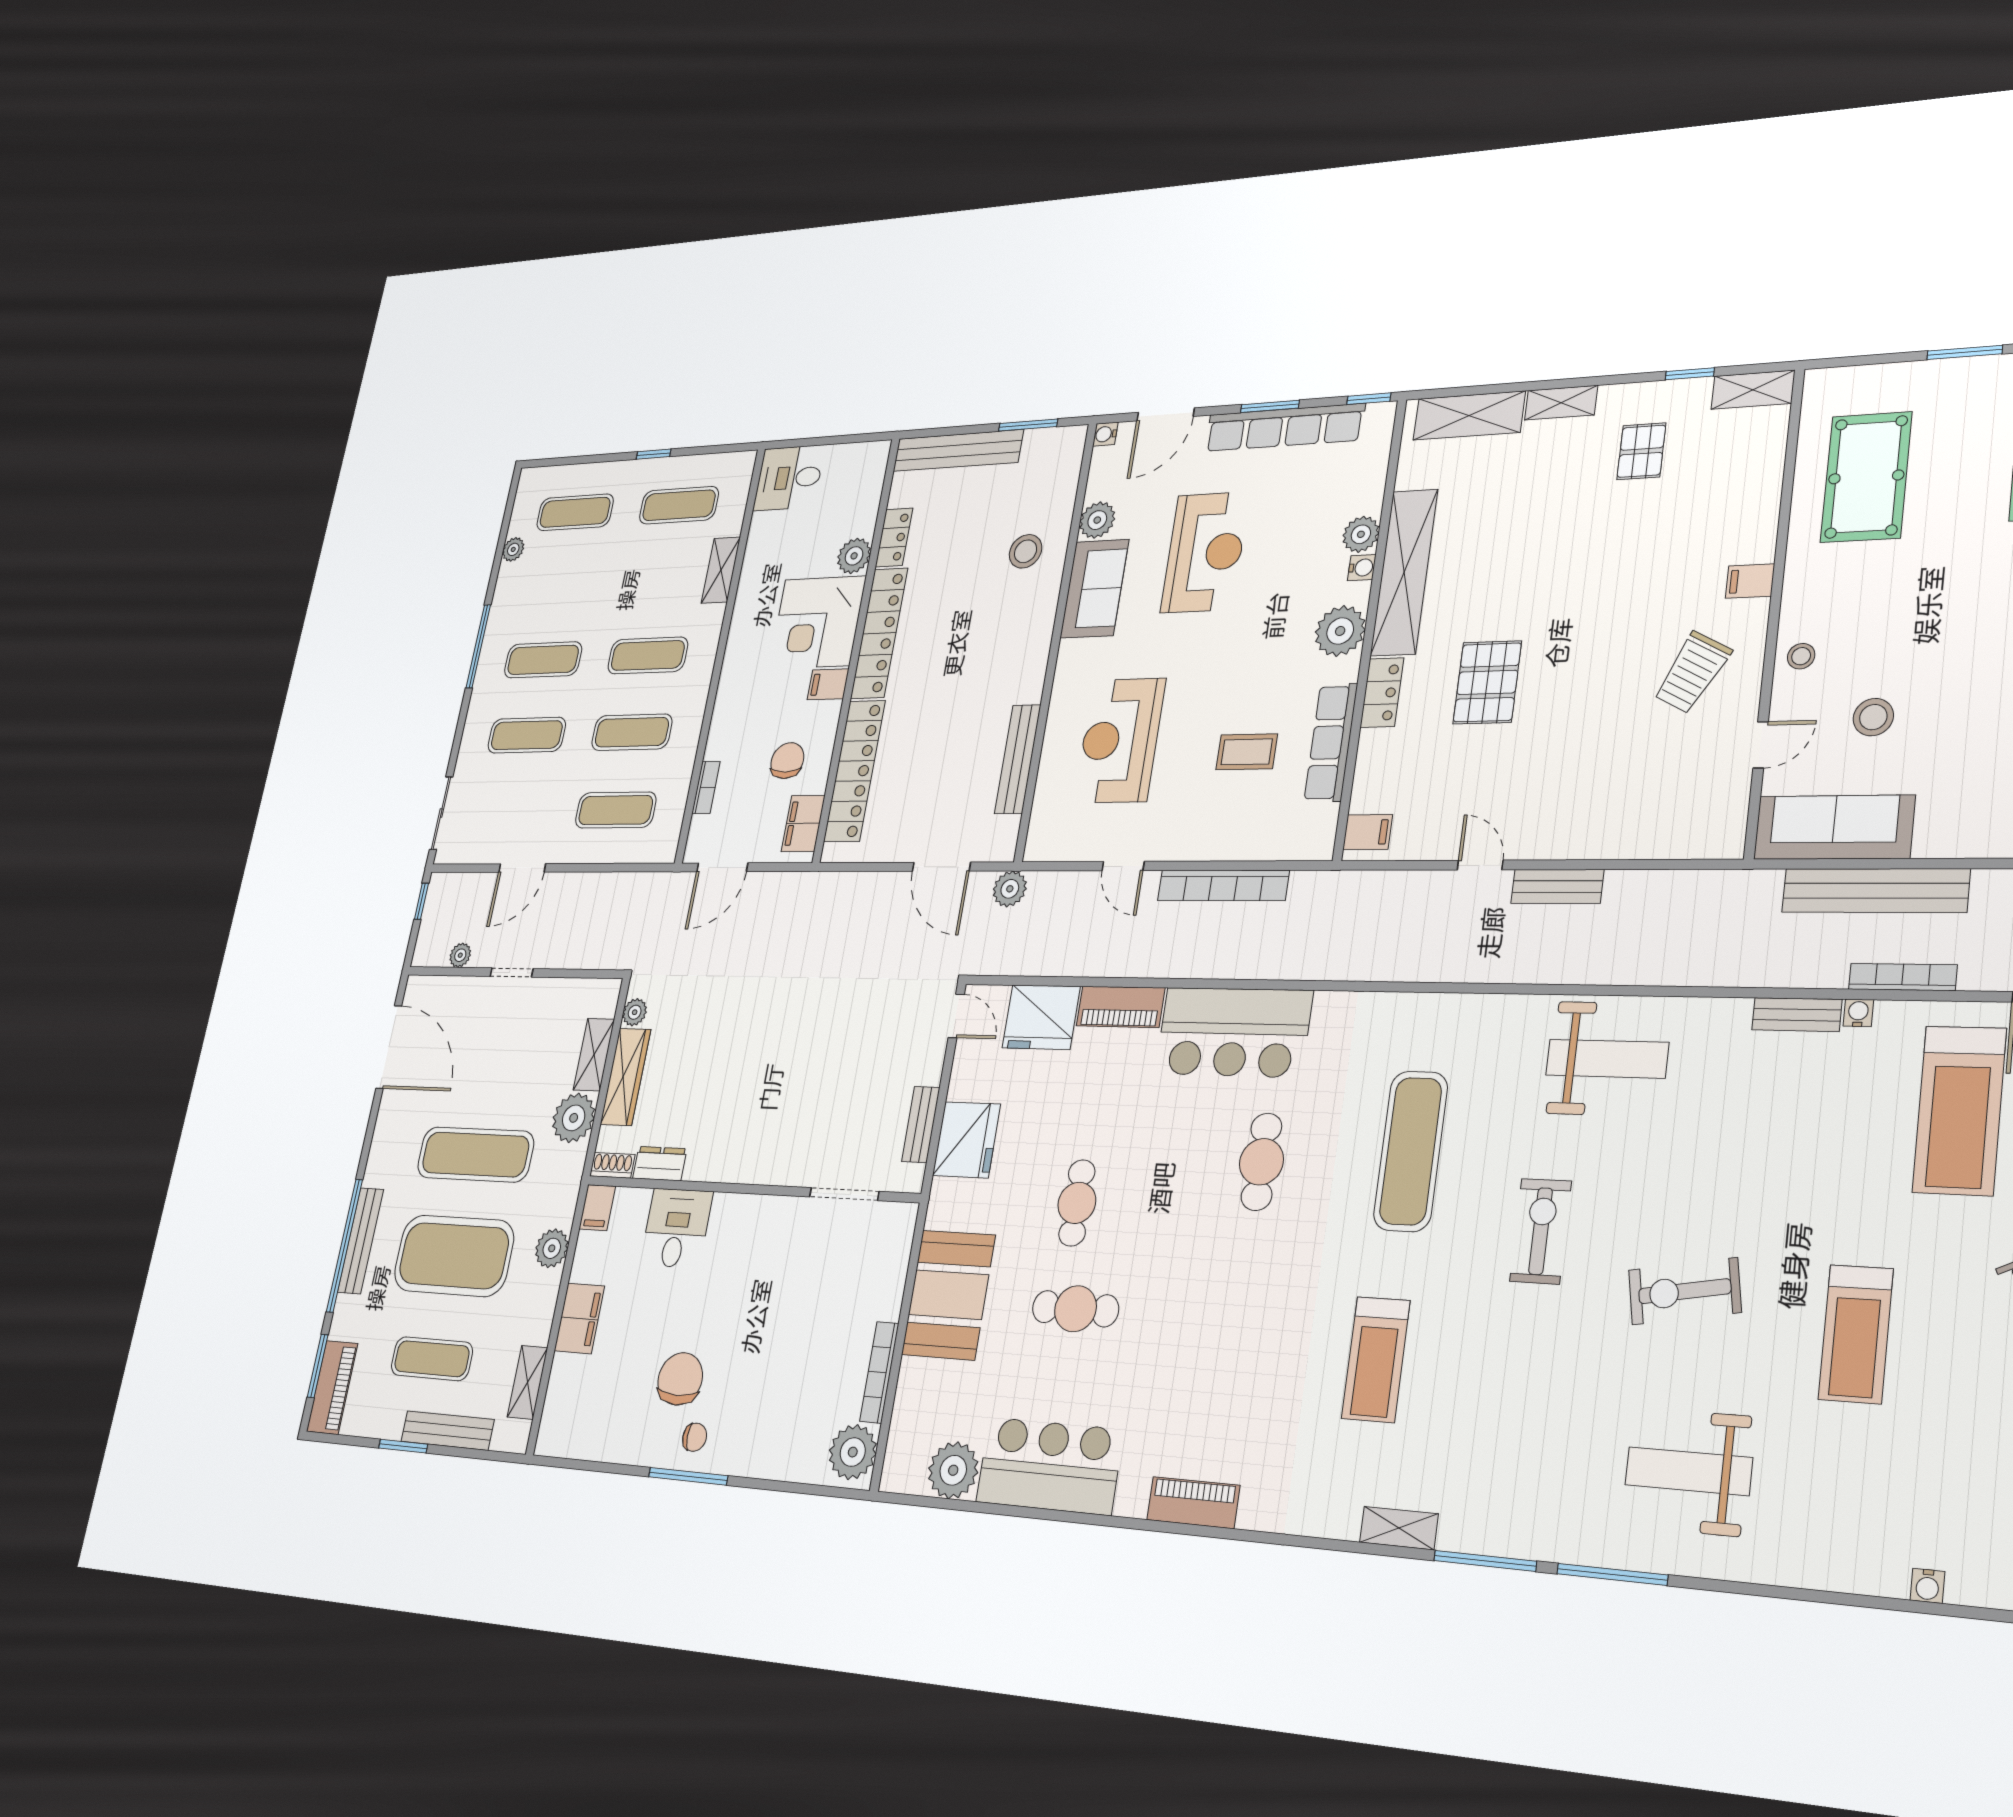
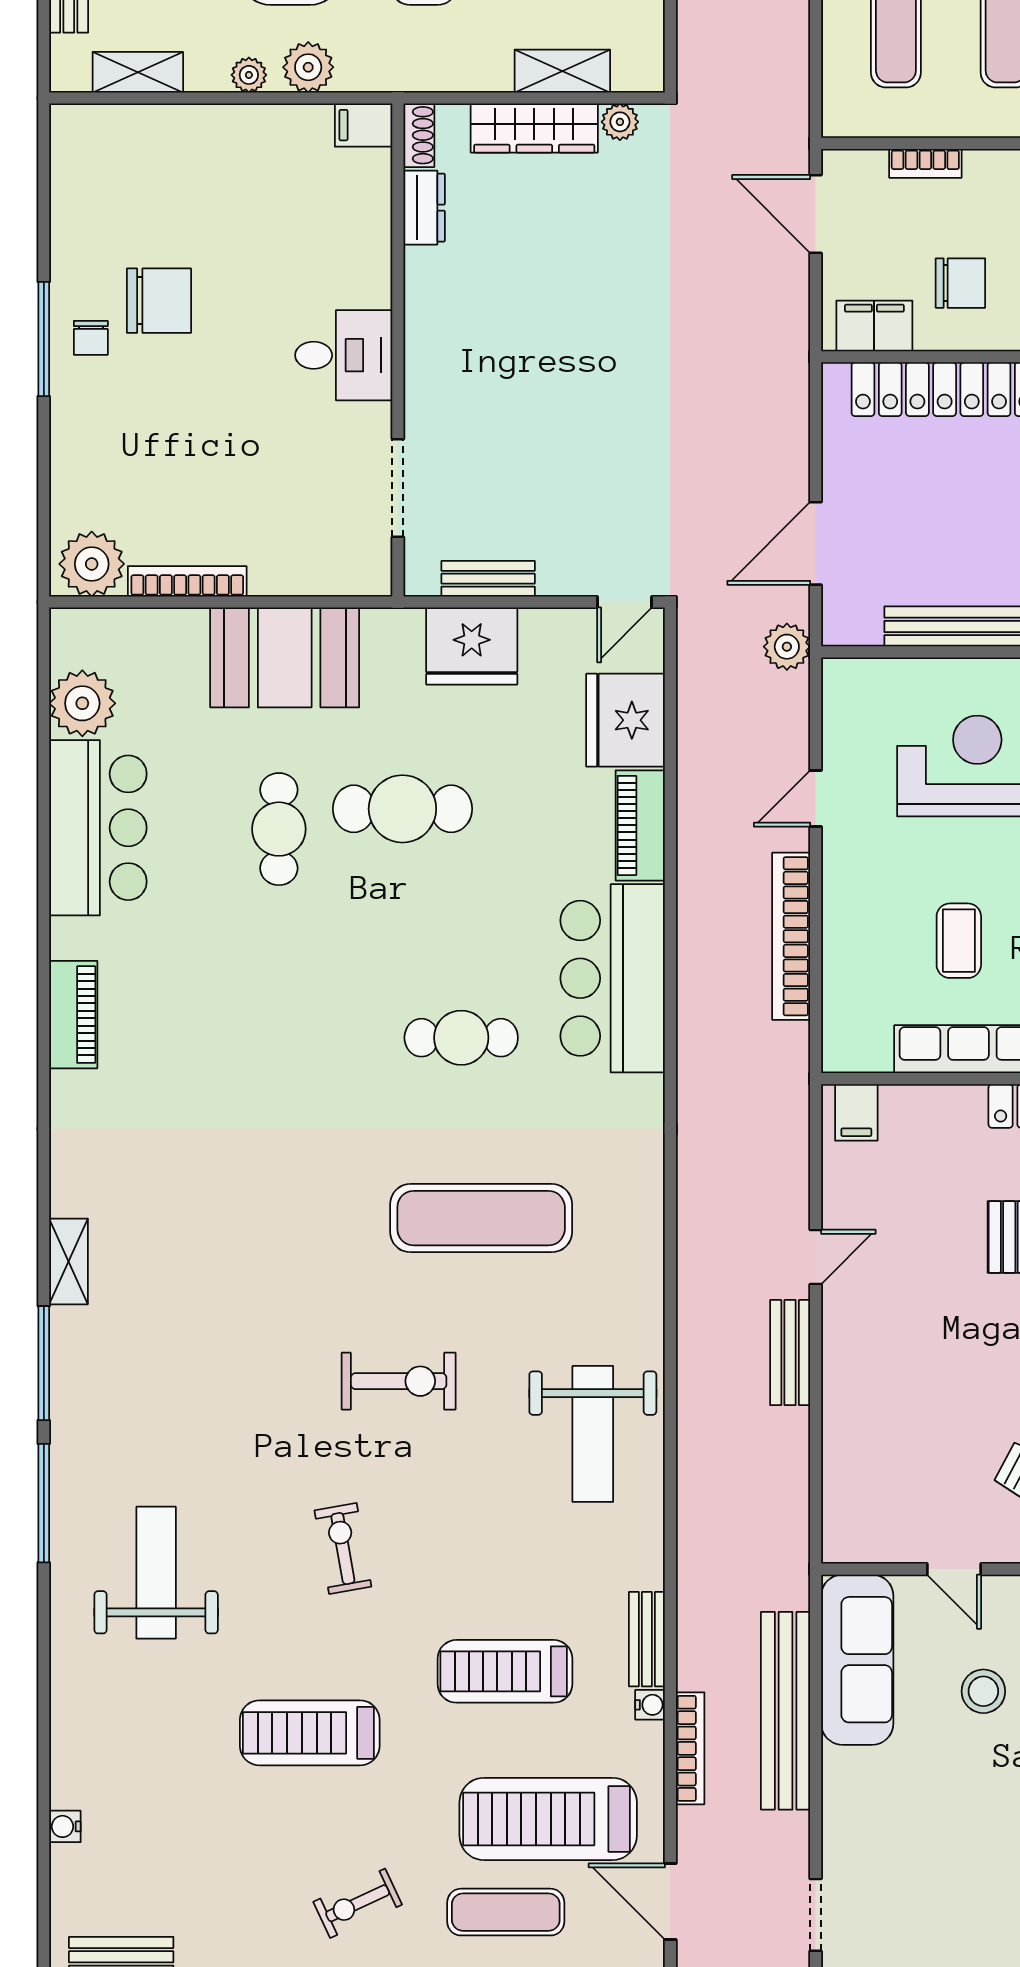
plant: (574, 1118) -> (249, 75), moved, width x0.53, depth x0.53
cafe table: (1077, 1203) -> (402, 809), width x1.37, depth x1.35
desk: (676, 1228) -> (344, 355), moved
exercise bike: (1685, 1291) -> (343, 1549), width x0.73, depth x0.72
filing cabinet: (579, 1318) -> (223, 132), removed
treadmill: (1376, 1359) -> (505, 1671), moved

